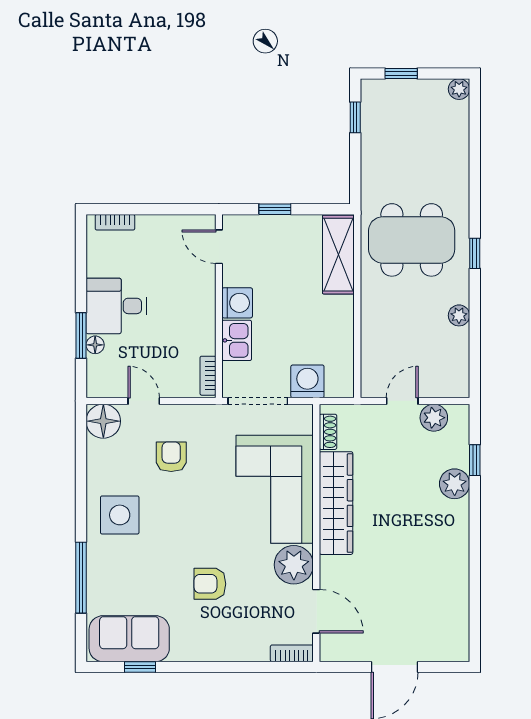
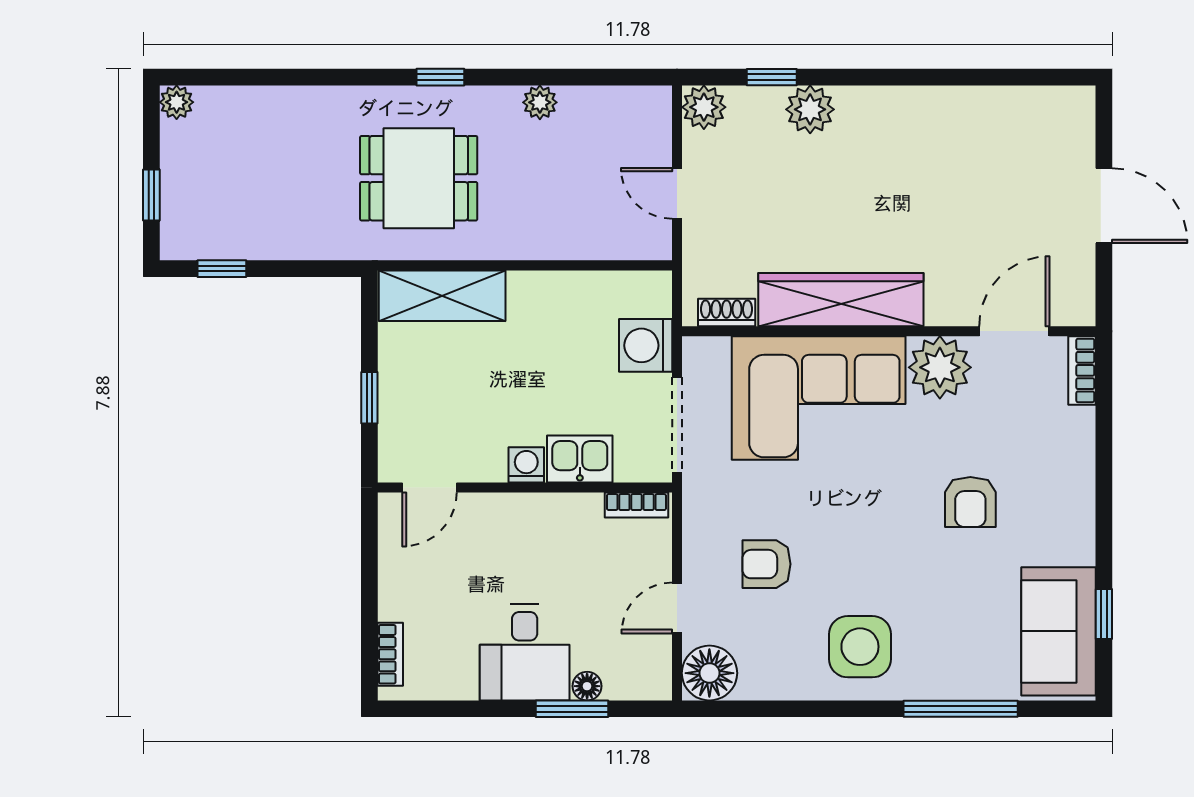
dining table: (412, 240) -> (419, 178), width x0.73
washing machine: (237, 303) -> (526, 465), width x0.73, depth x0.73
plant: (434, 418) -> (704, 107), moved

